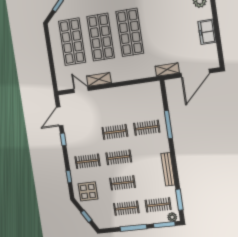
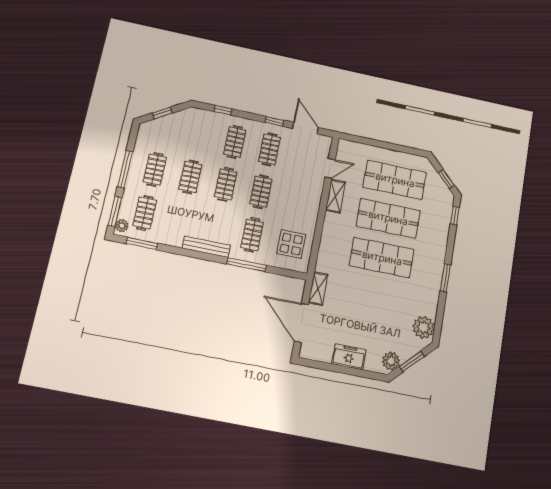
clothes rail: (84, 136) -> (269, 149), added
bench: (168, 169) -> (206, 247), moved
display table: (88, 191) -> (291, 244), moved

